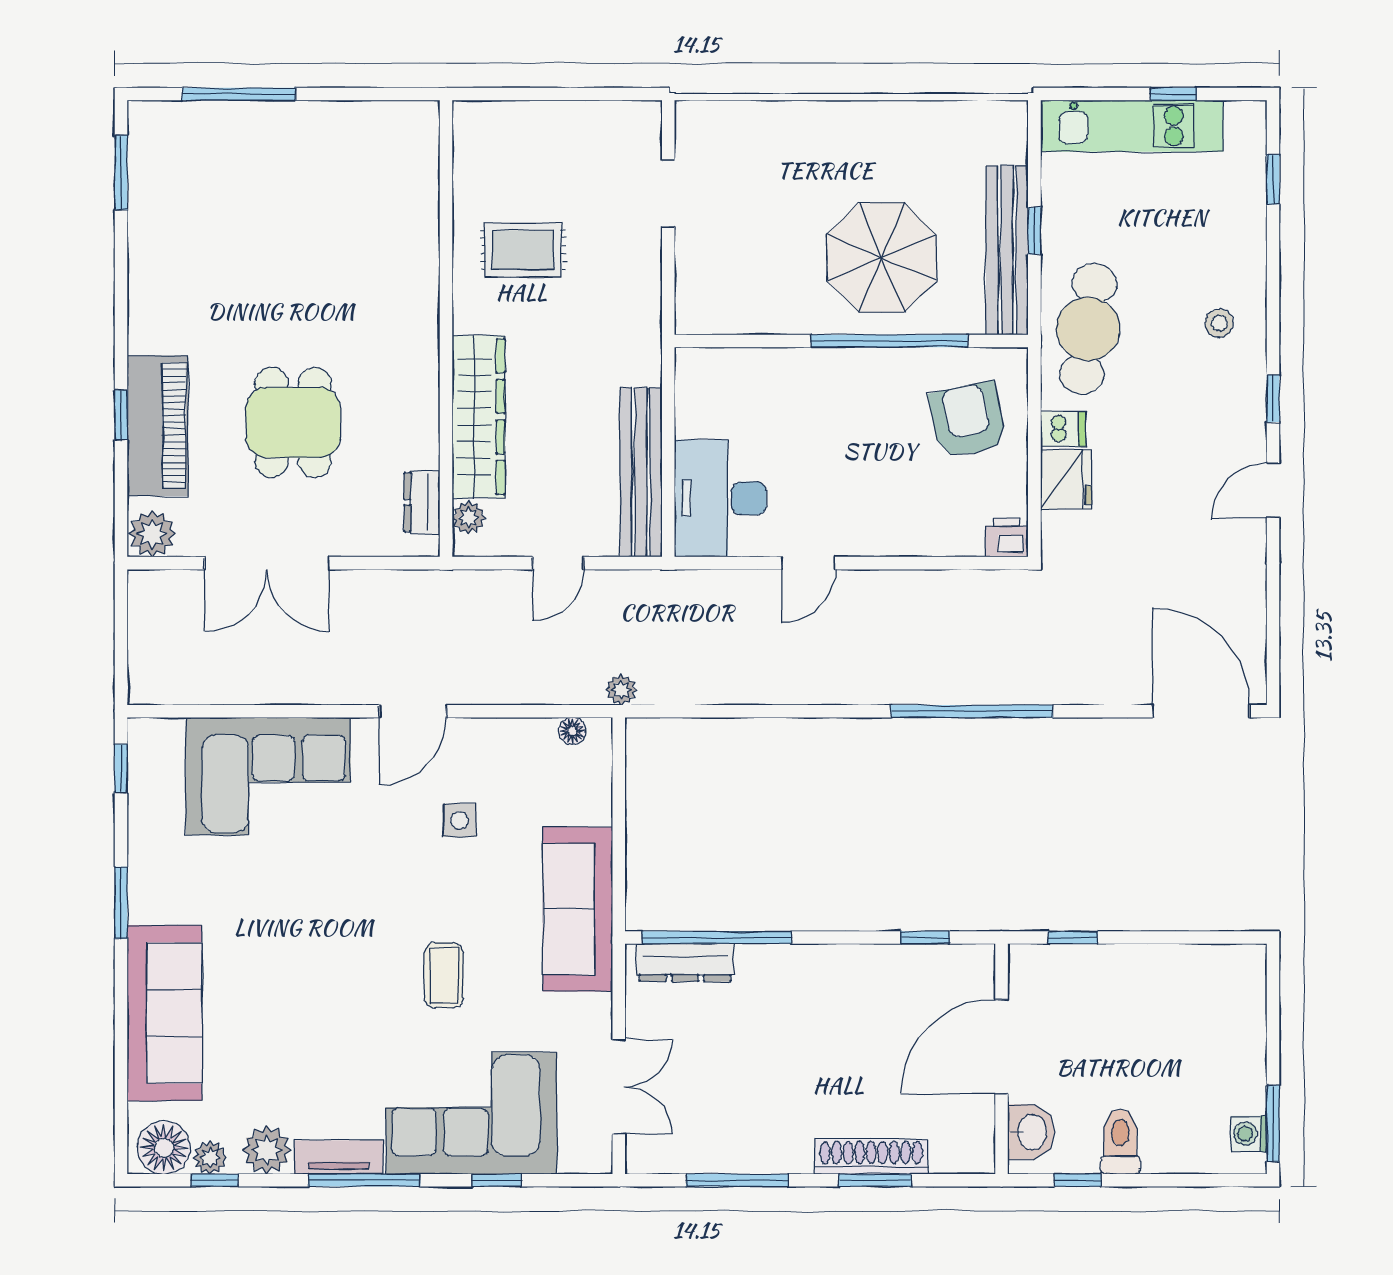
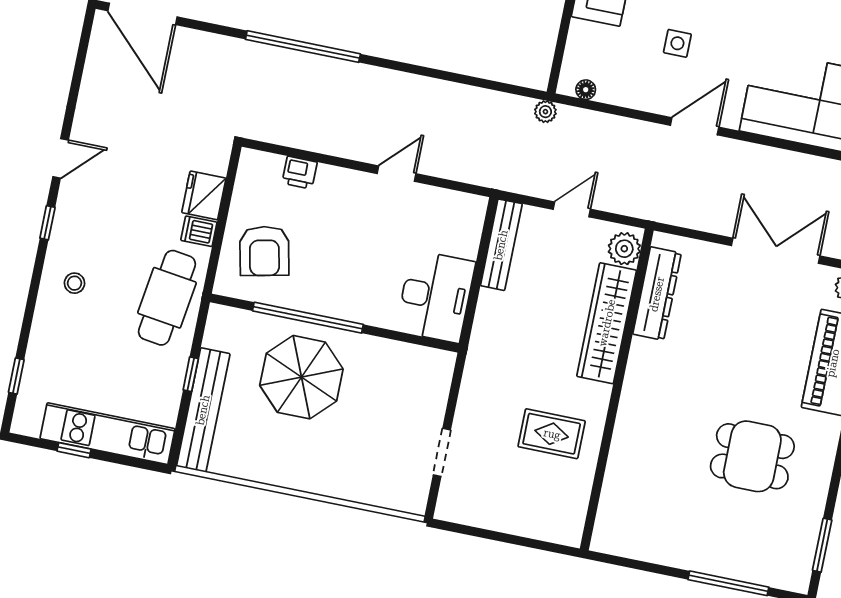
bench: (1007, 250) -> (203, 410), moved
dining table: (293, 423) -> (752, 456), moved, turned 90
bench: (641, 472) -> (501, 245), width x0.73, depth x0.82
desk: (720, 498) -> (436, 296), moved
dresser: (422, 502) -> (657, 294), width x1.96, depth x1.24
plant: (469, 518) -> (624, 249), width x1.38, depth x1.38
printer: (1007, 537) -> (300, 173), moved

